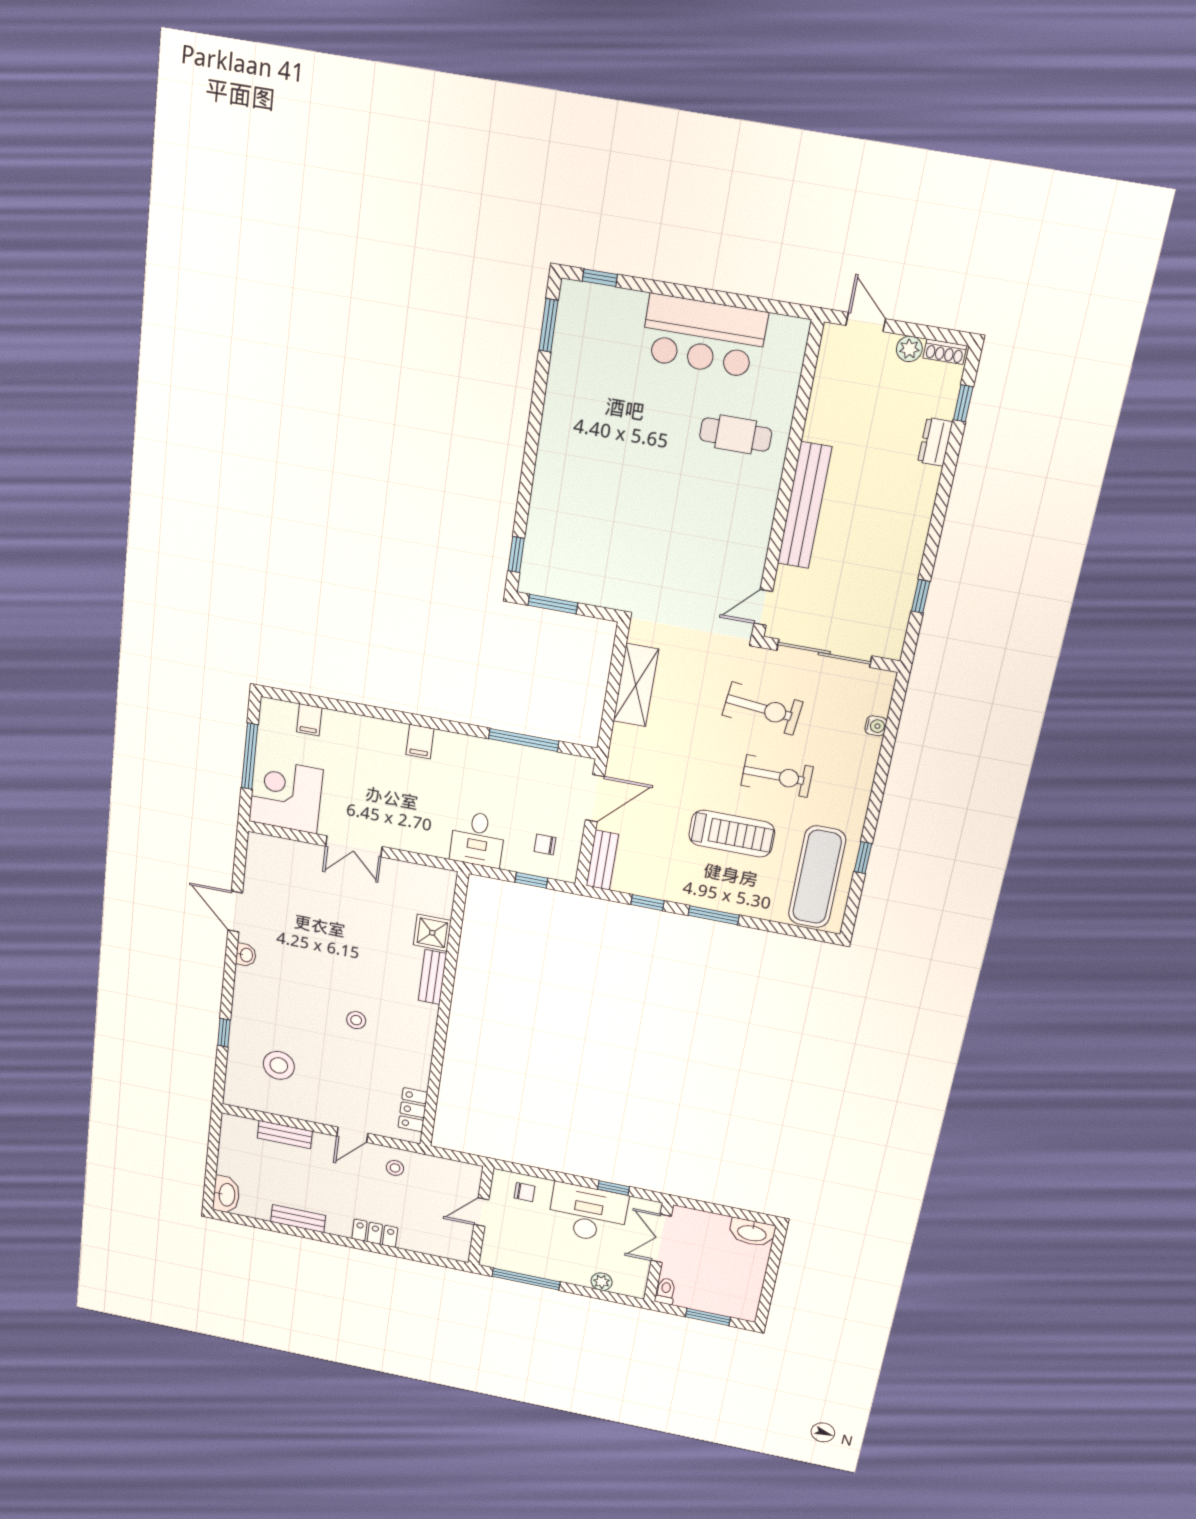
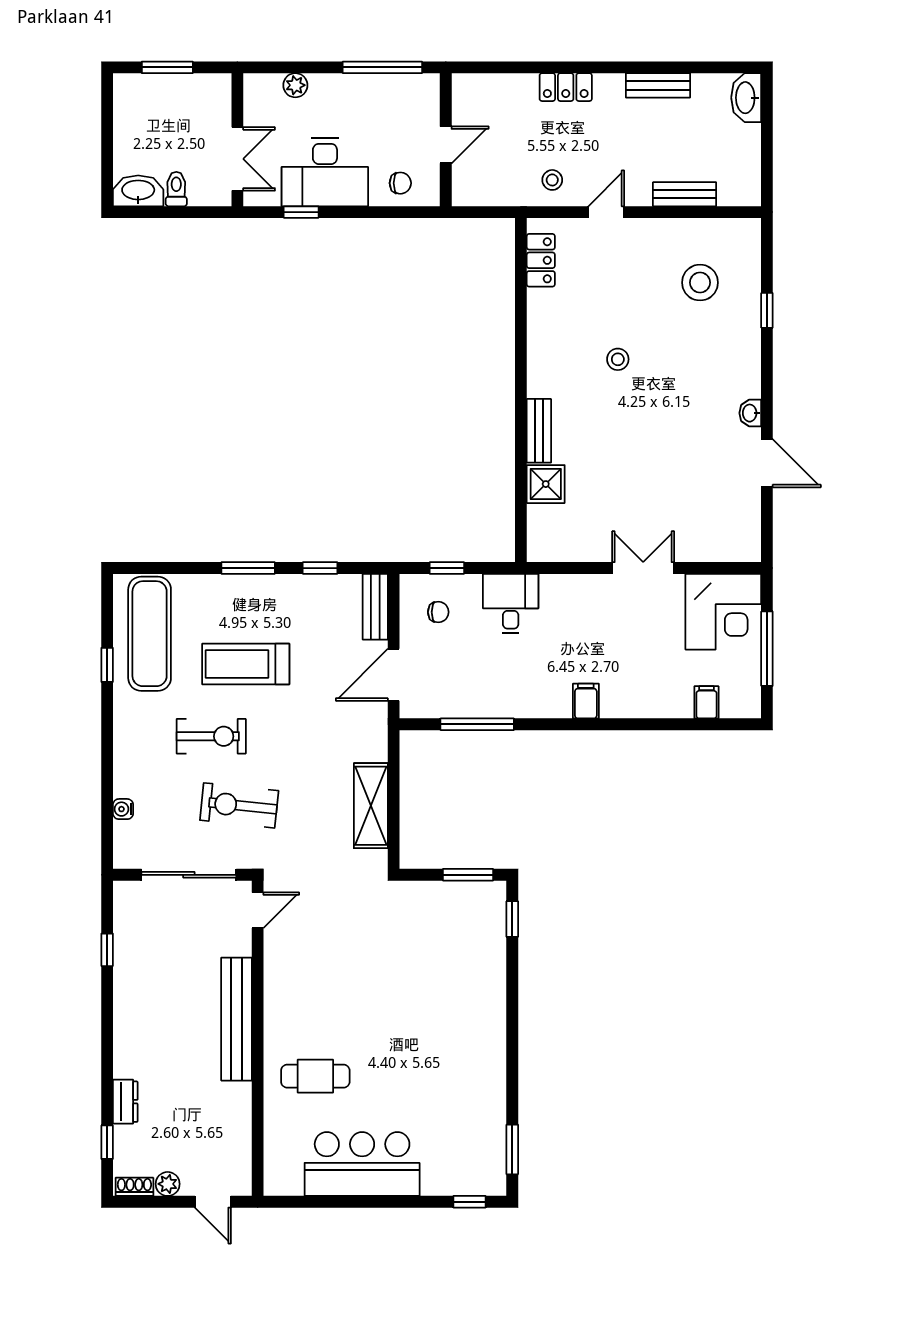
exercise bike: (777, 776) -> (211, 736), turned 180
chair: (524, 1192) -> (400, 183), turned 180
toilet: (665, 1291) -> (176, 189), moved, turned 180

